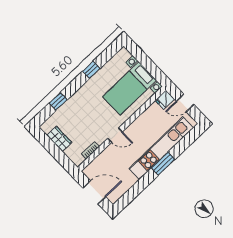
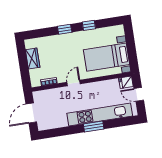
window: (58, 101) -> (65, 29), moved
door: (115, 135) -> (74, 83), swing flipped
door: (94, 192) -> (31, 113), swing flipped

